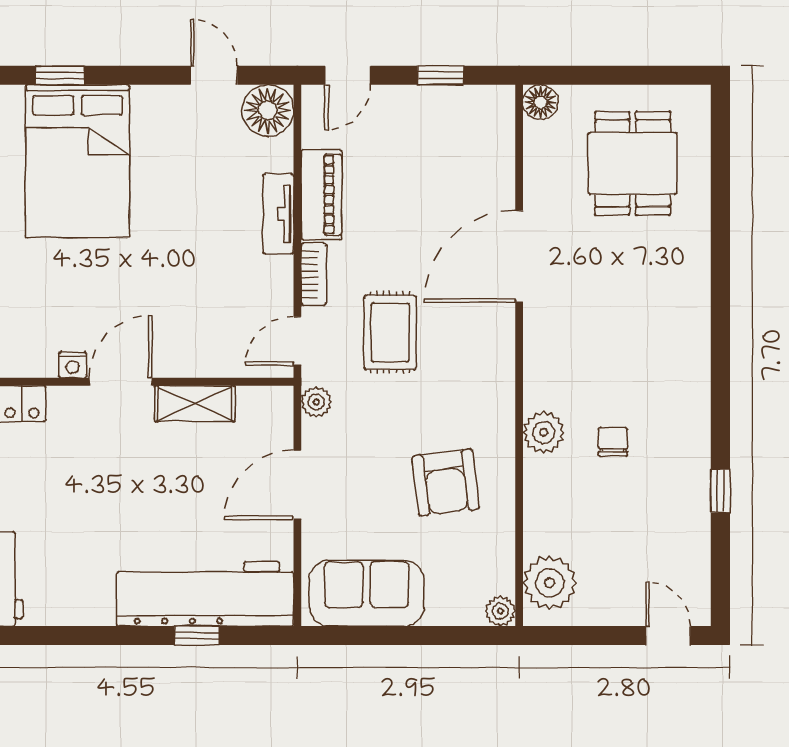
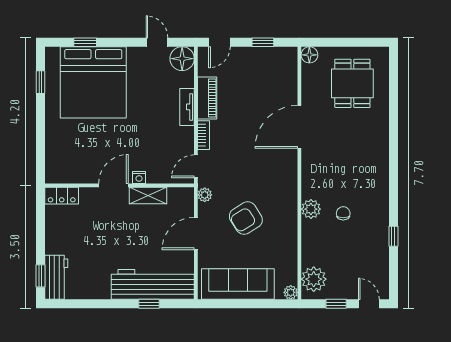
bed: (78, 161) -> (93, 82), width x1.36
rug: (390, 332) -> (239, 162), removed
nightstand: (73, 365) -> (139, 177), moved
armchair: (446, 483) -> (246, 218), moved, turned 65
sofa: (367, 593) -> (238, 284), width x1.36
window: (598, 636) -> (336, 304), added

